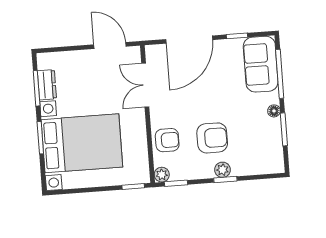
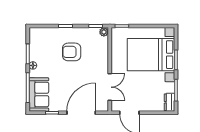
dresser: (47, 85) -> (169, 102), moved
armchair: (167, 140) -> (99, 53), removed
plant: (222, 170) -> (67, 32), removed

